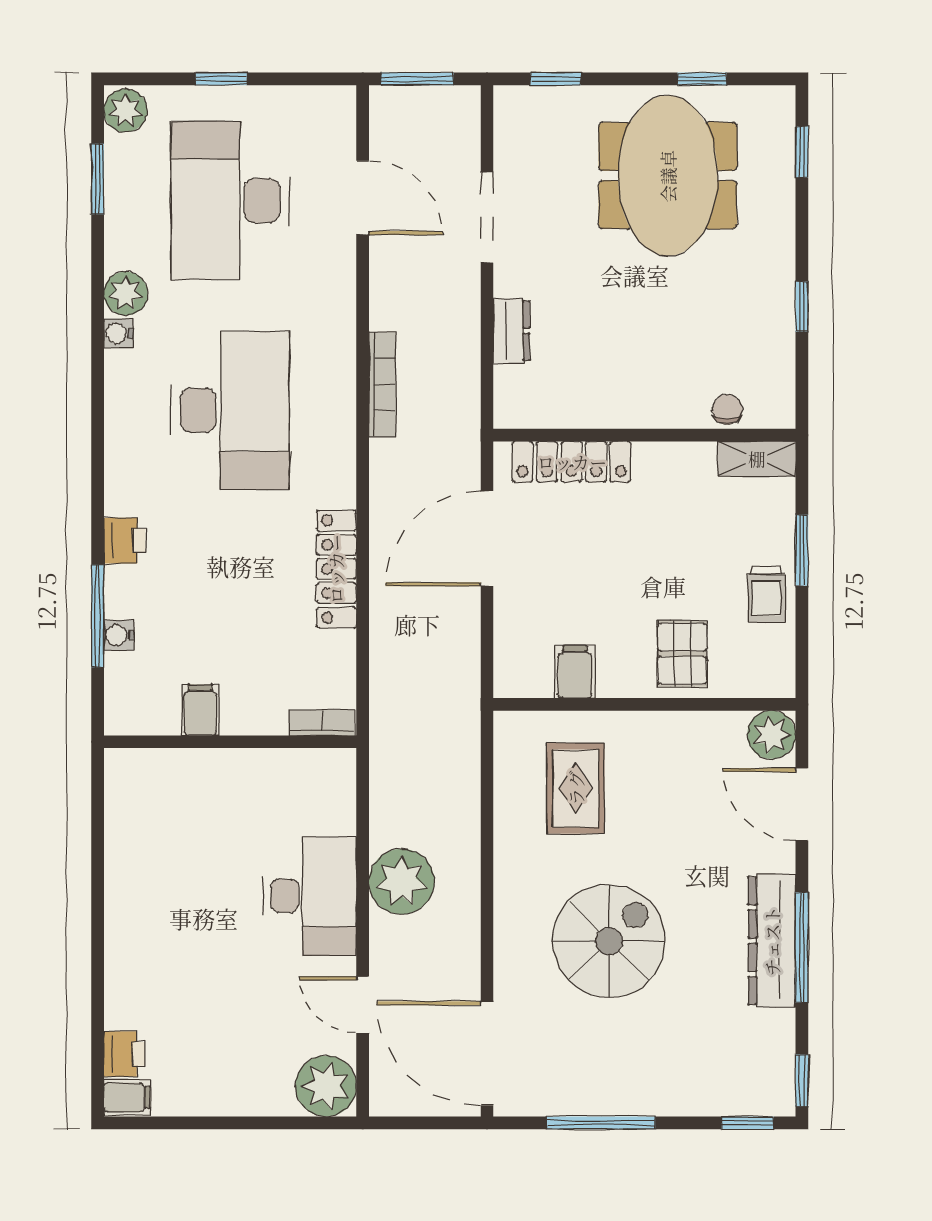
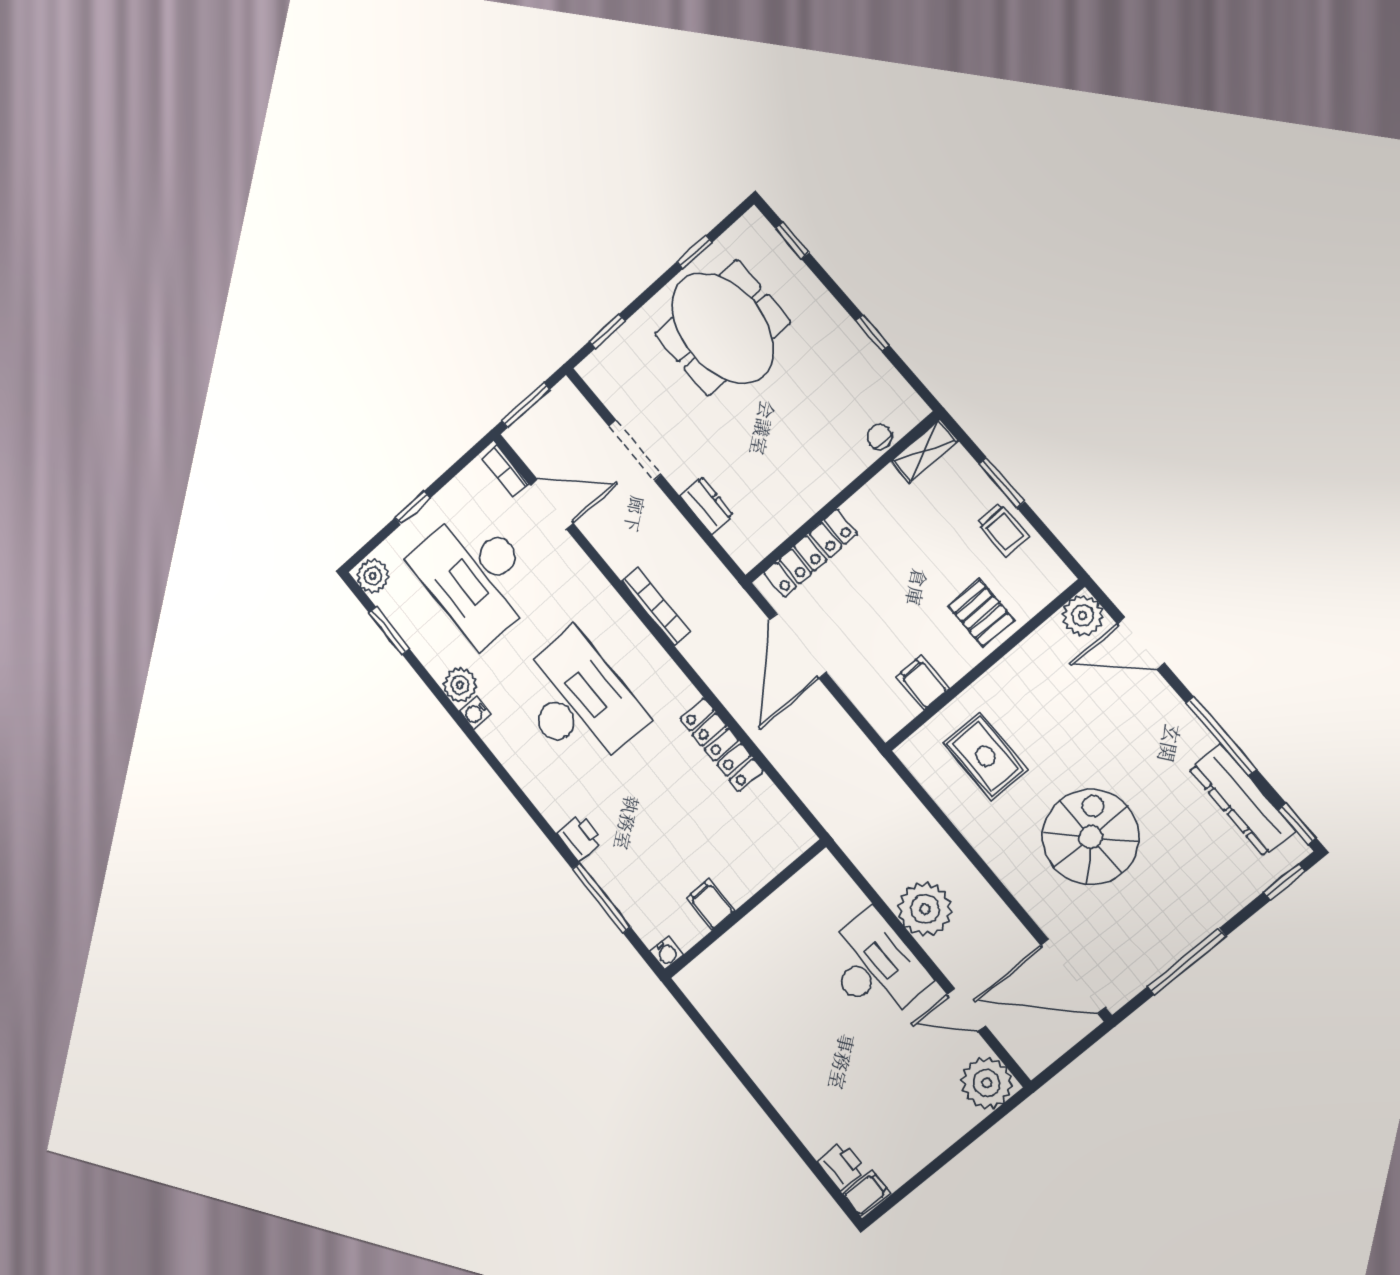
water cooler: (119, 635) -> (666, 953), moved, turned -90
bookcase: (321, 723) -> (505, 471), moved, turned -90
dresser: (772, 941) -> (1242, 800), moved

